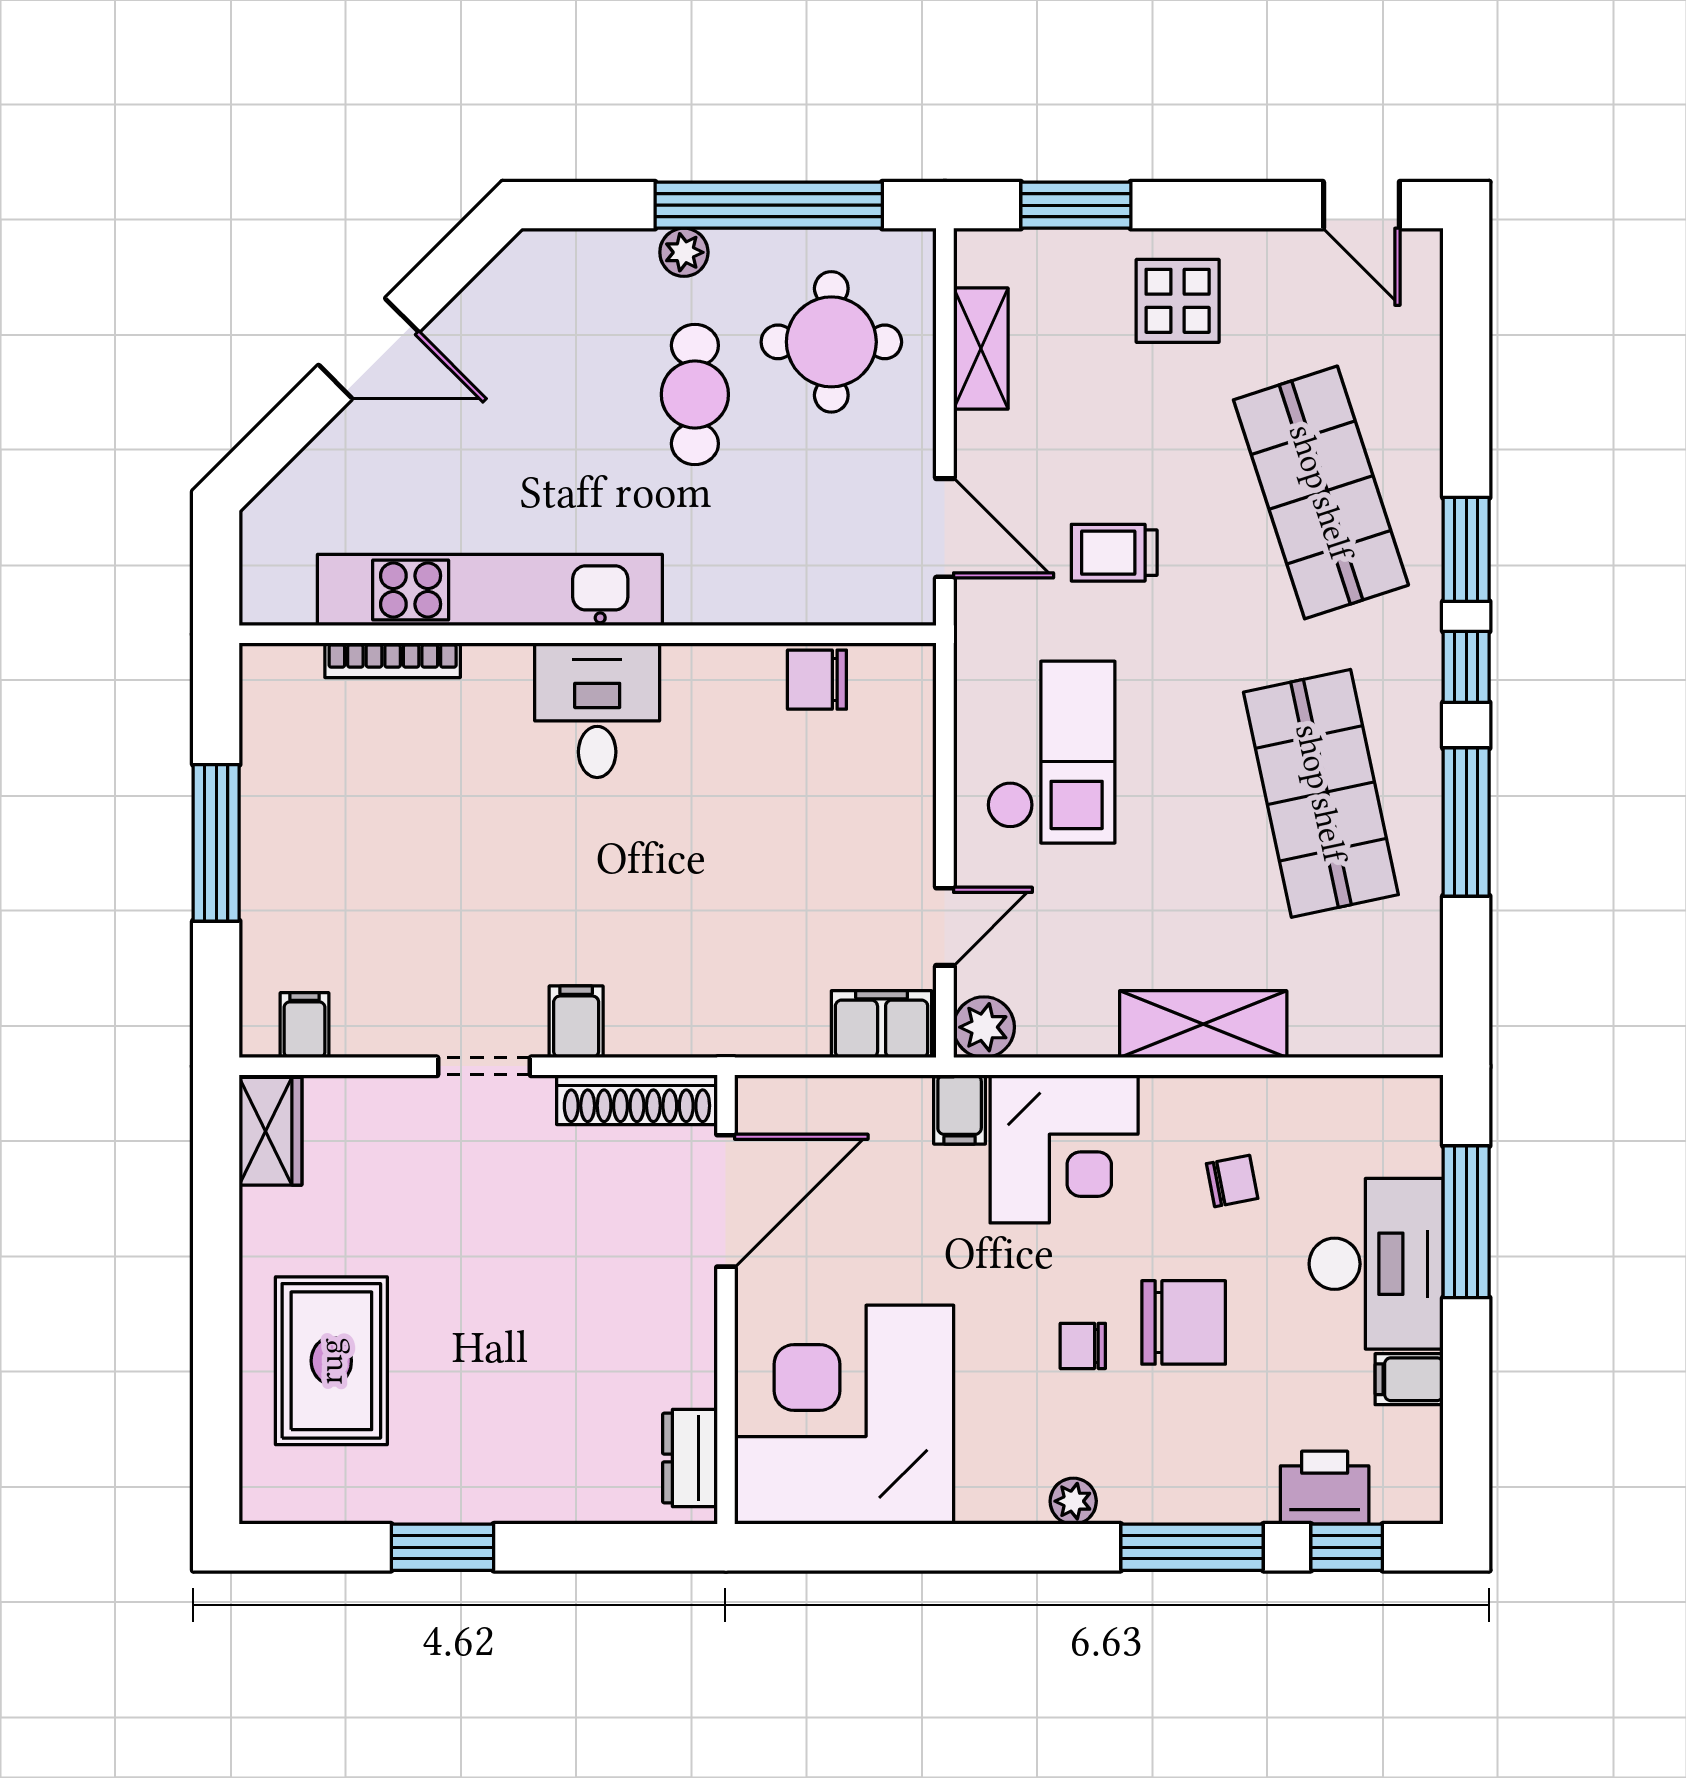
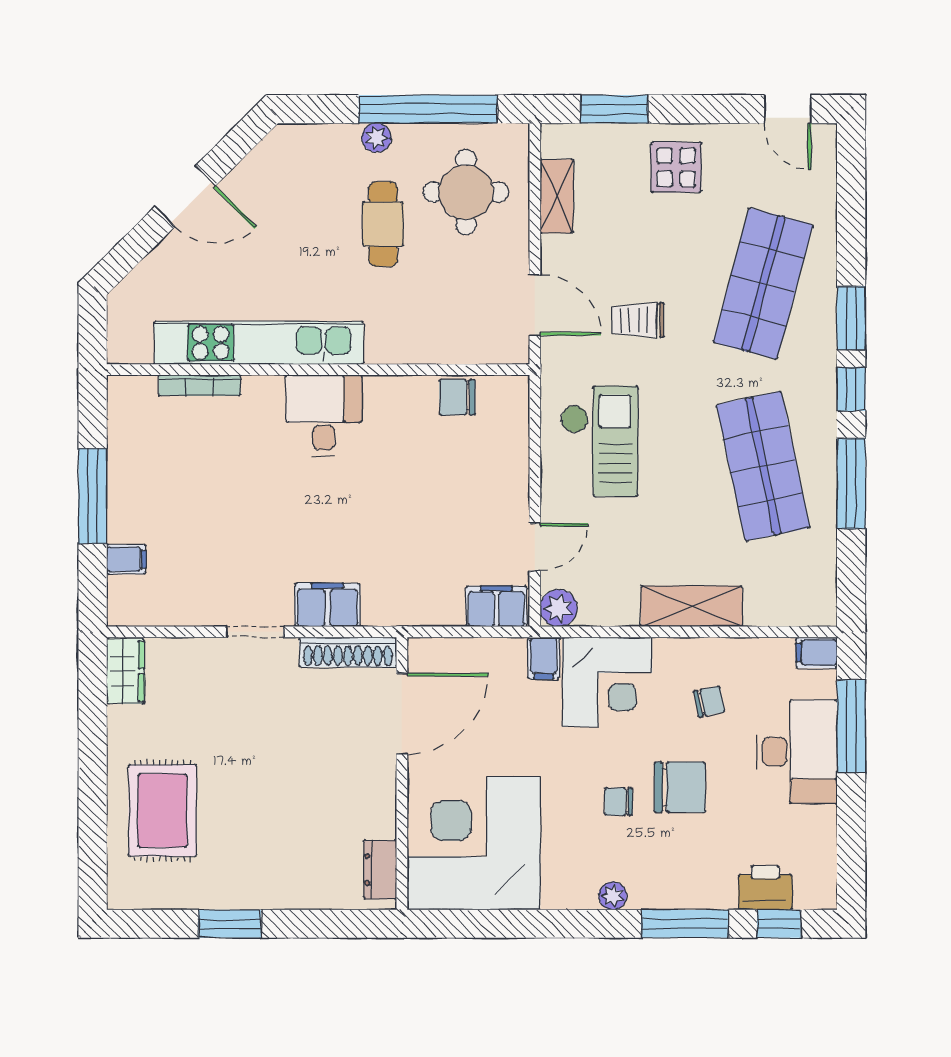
shop shelf: (1321, 492) -> (763, 284), turned 33
filing cabinet: (576, 1022) -> (327, 605), width x2.00
filing cabinet: (304, 1025) -> (126, 559), moved, turned 90
filing cabinet: (1409, 1379) -> (817, 653), moved

